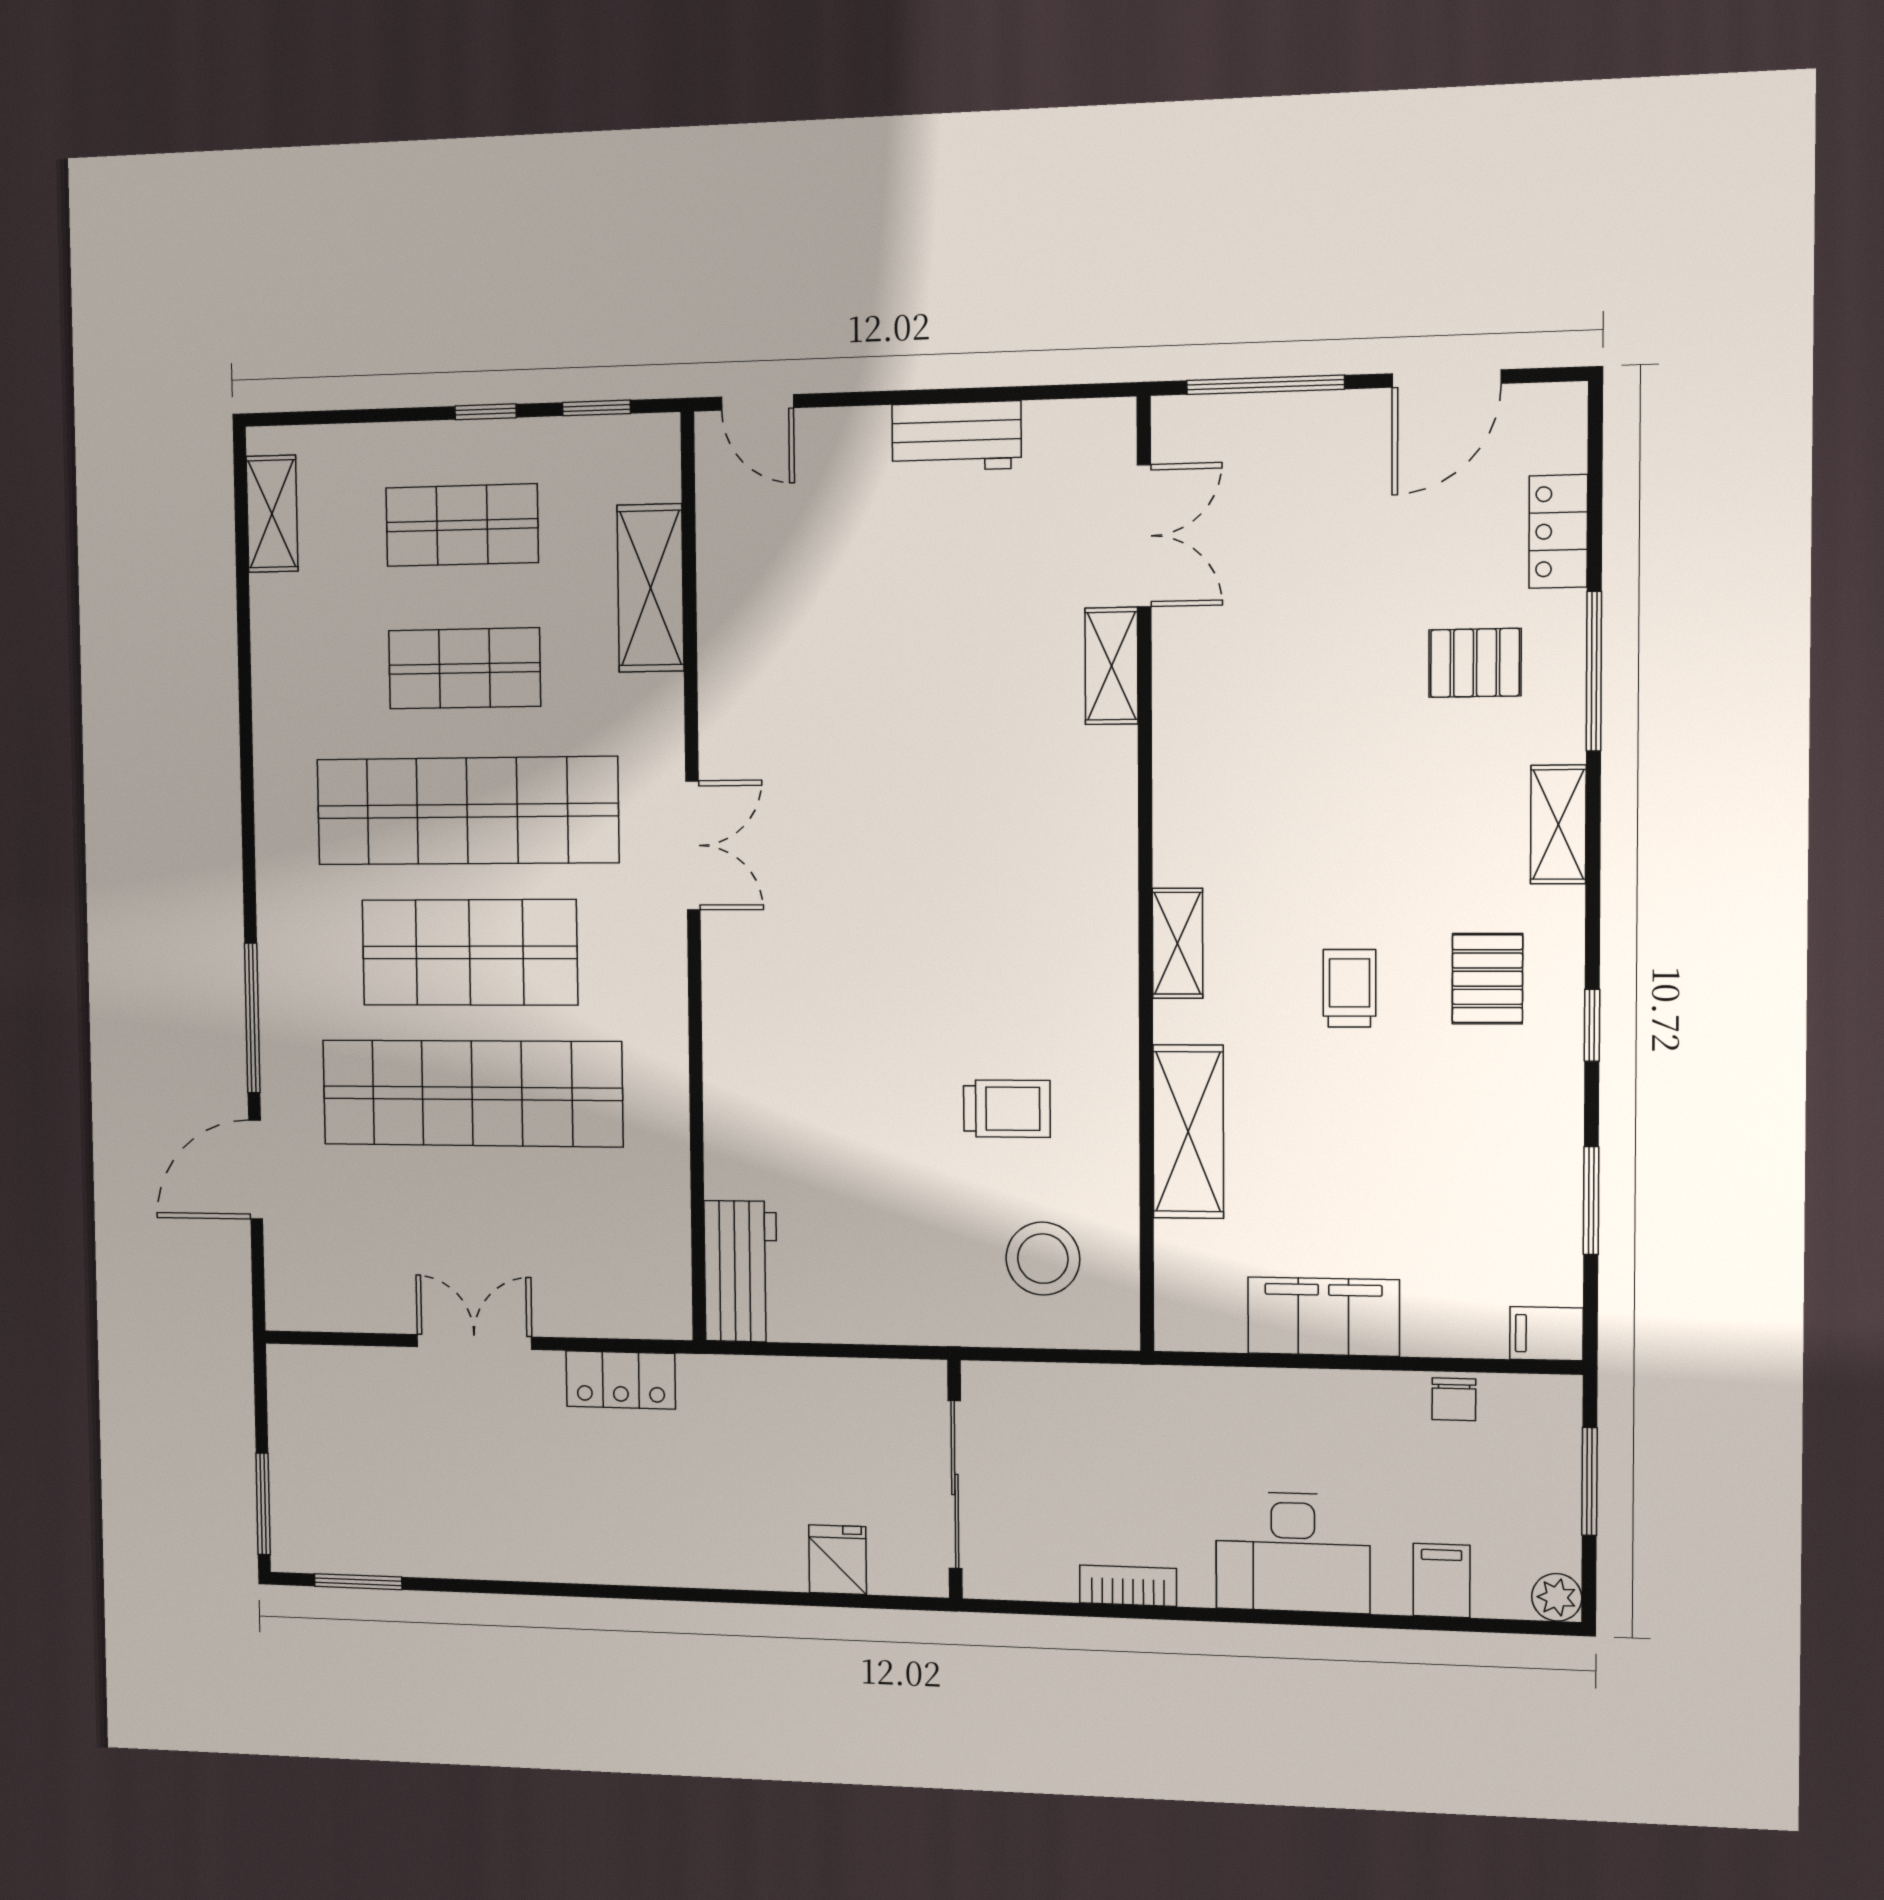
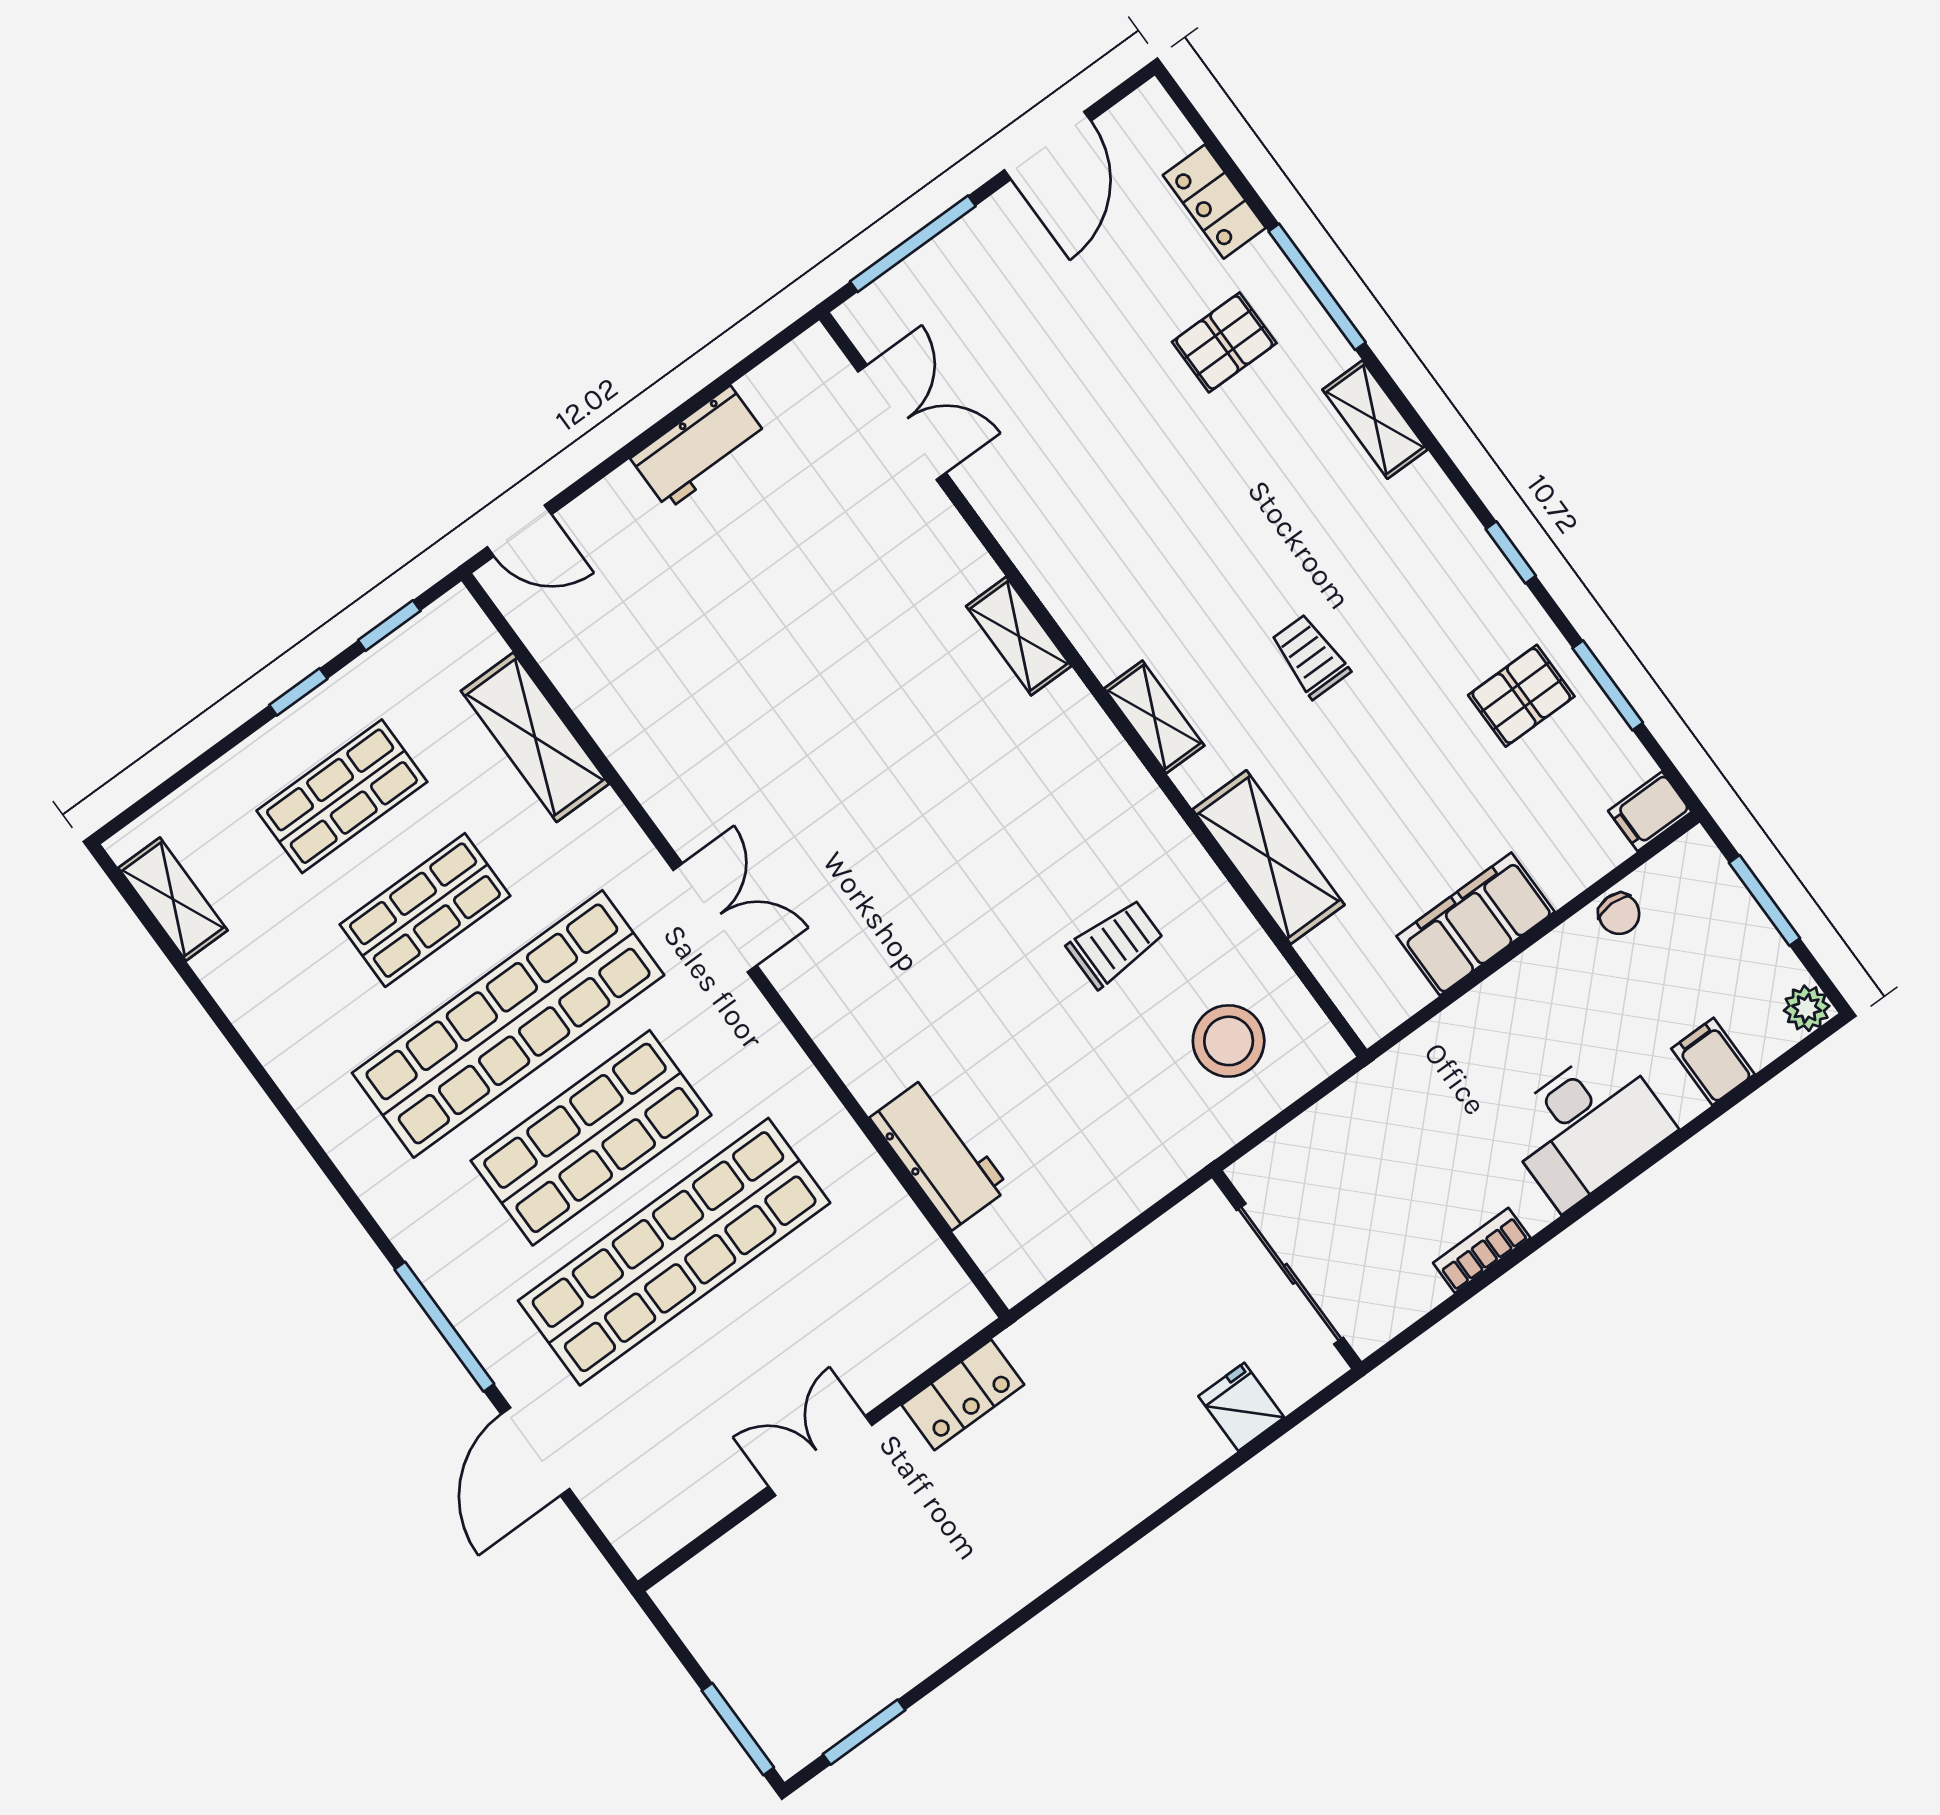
shelving: (1111, 666) -> (1019, 636), moved
pallet: (1487, 979) -> (1521, 696), moved, turned 90
workbench: (741, 1271) -> (939, 1153), moved

